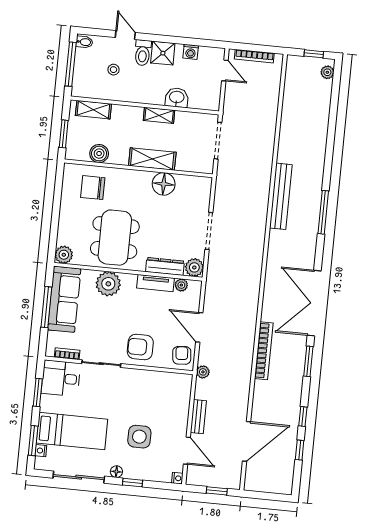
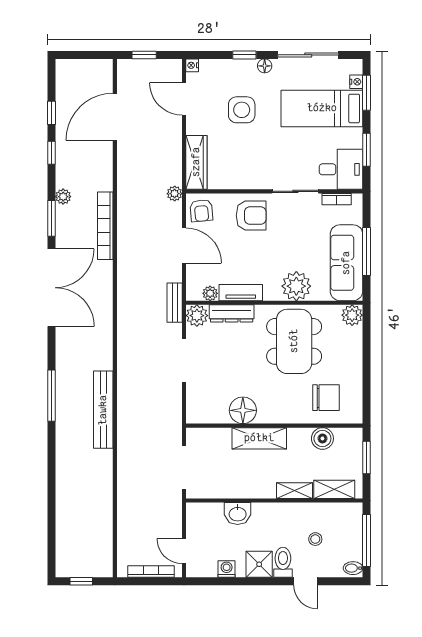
plant: (327, 72) -> (63, 197), moved
shelving: (159, 115) -> (294, 491), moved
wardrobe: (182, 396) -> (196, 162), added
bench: (198, 417) -> (175, 303), moved

